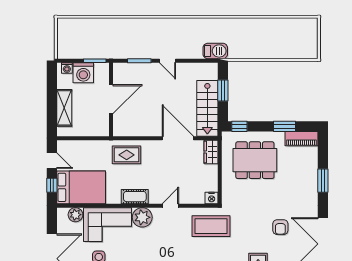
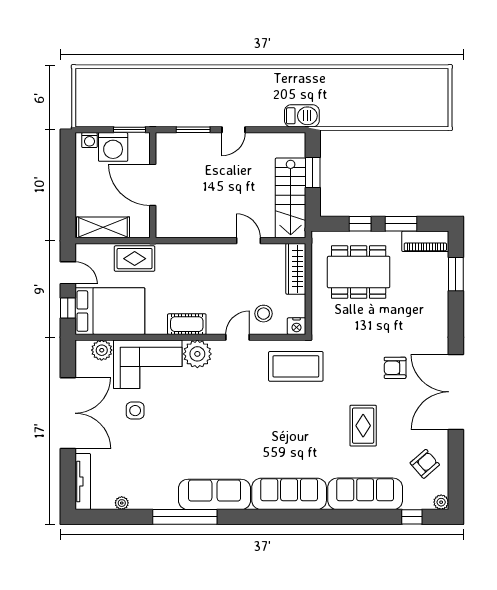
door: (168, 61) -> (234, 130), hinge flipped
door: (111, 99) -> (153, 185), swing flipped
shelving: (64, 108) -> (103, 227), moved, turned 90
window: (239, 126) -> (360, 224), moved
door: (178, 138) -> (249, 241), width x0.53
wardrobe: (211, 152) -> (296, 269), width x1.50
rug: (127, 155) -> (135, 259), moved
window: (323, 181) -> (456, 274), moved
stool: (188, 189) -> (264, 314), added
armchair: (280, 227) -> (395, 368), turned 90

